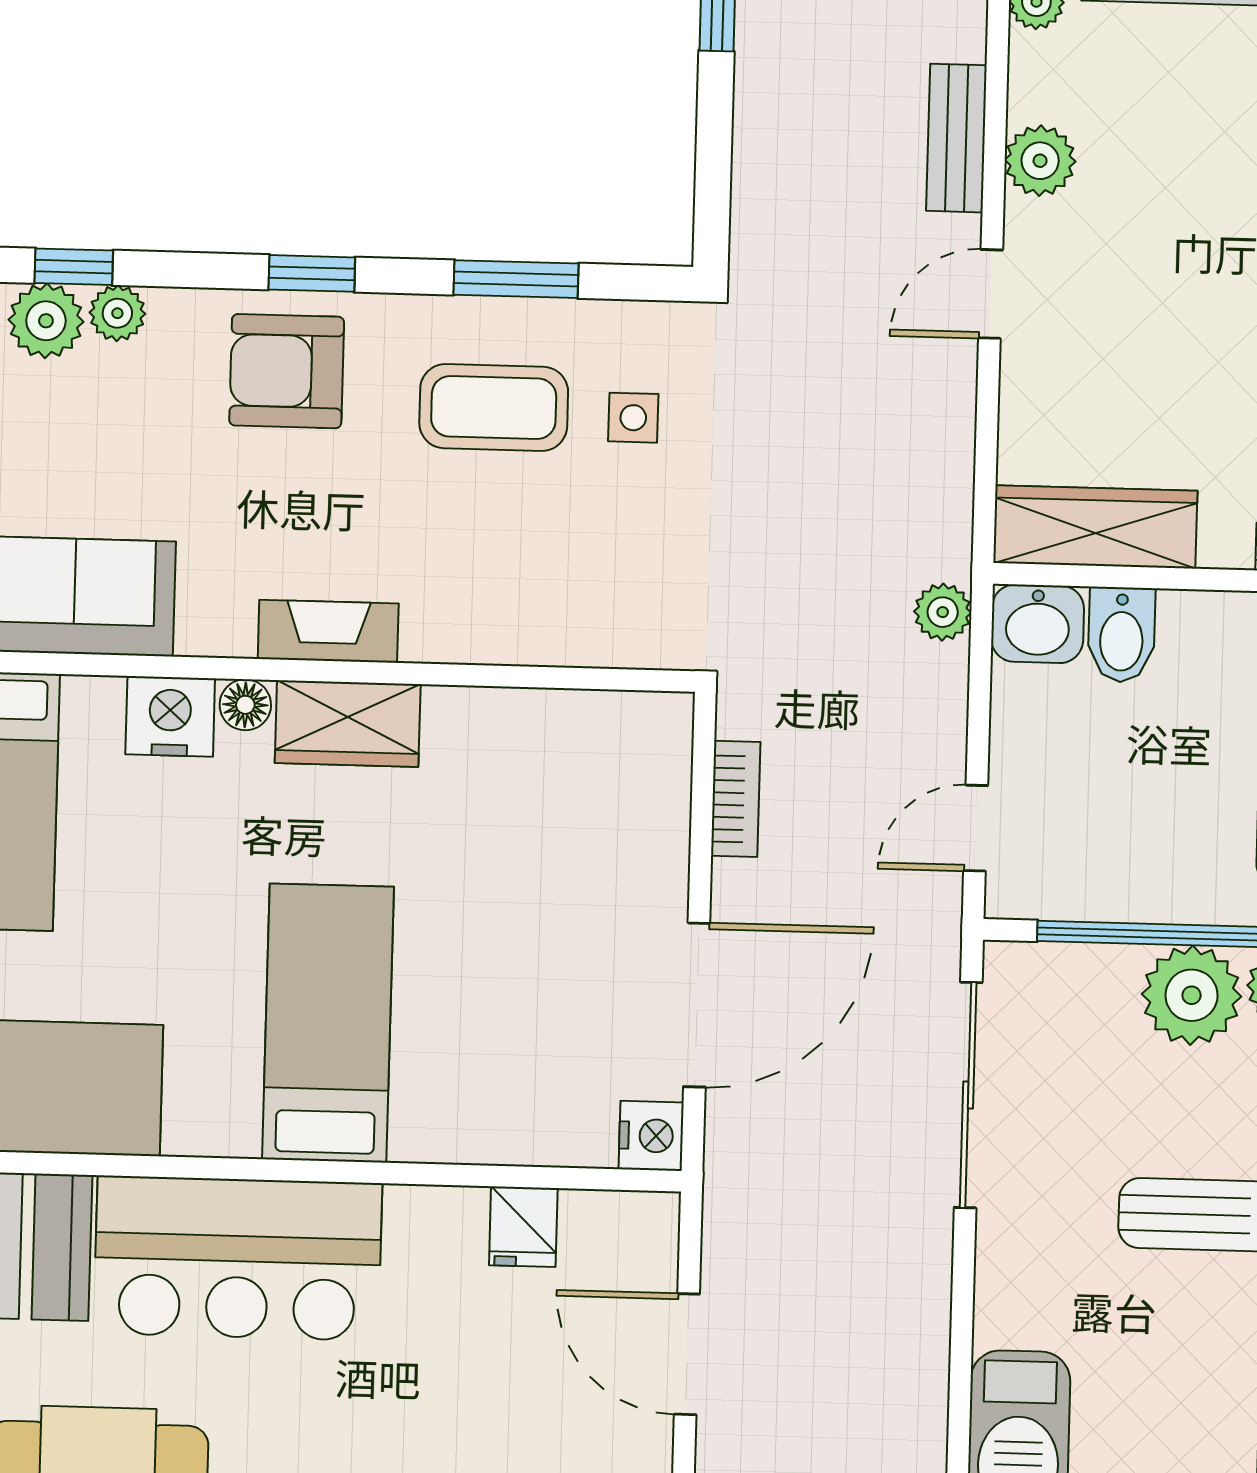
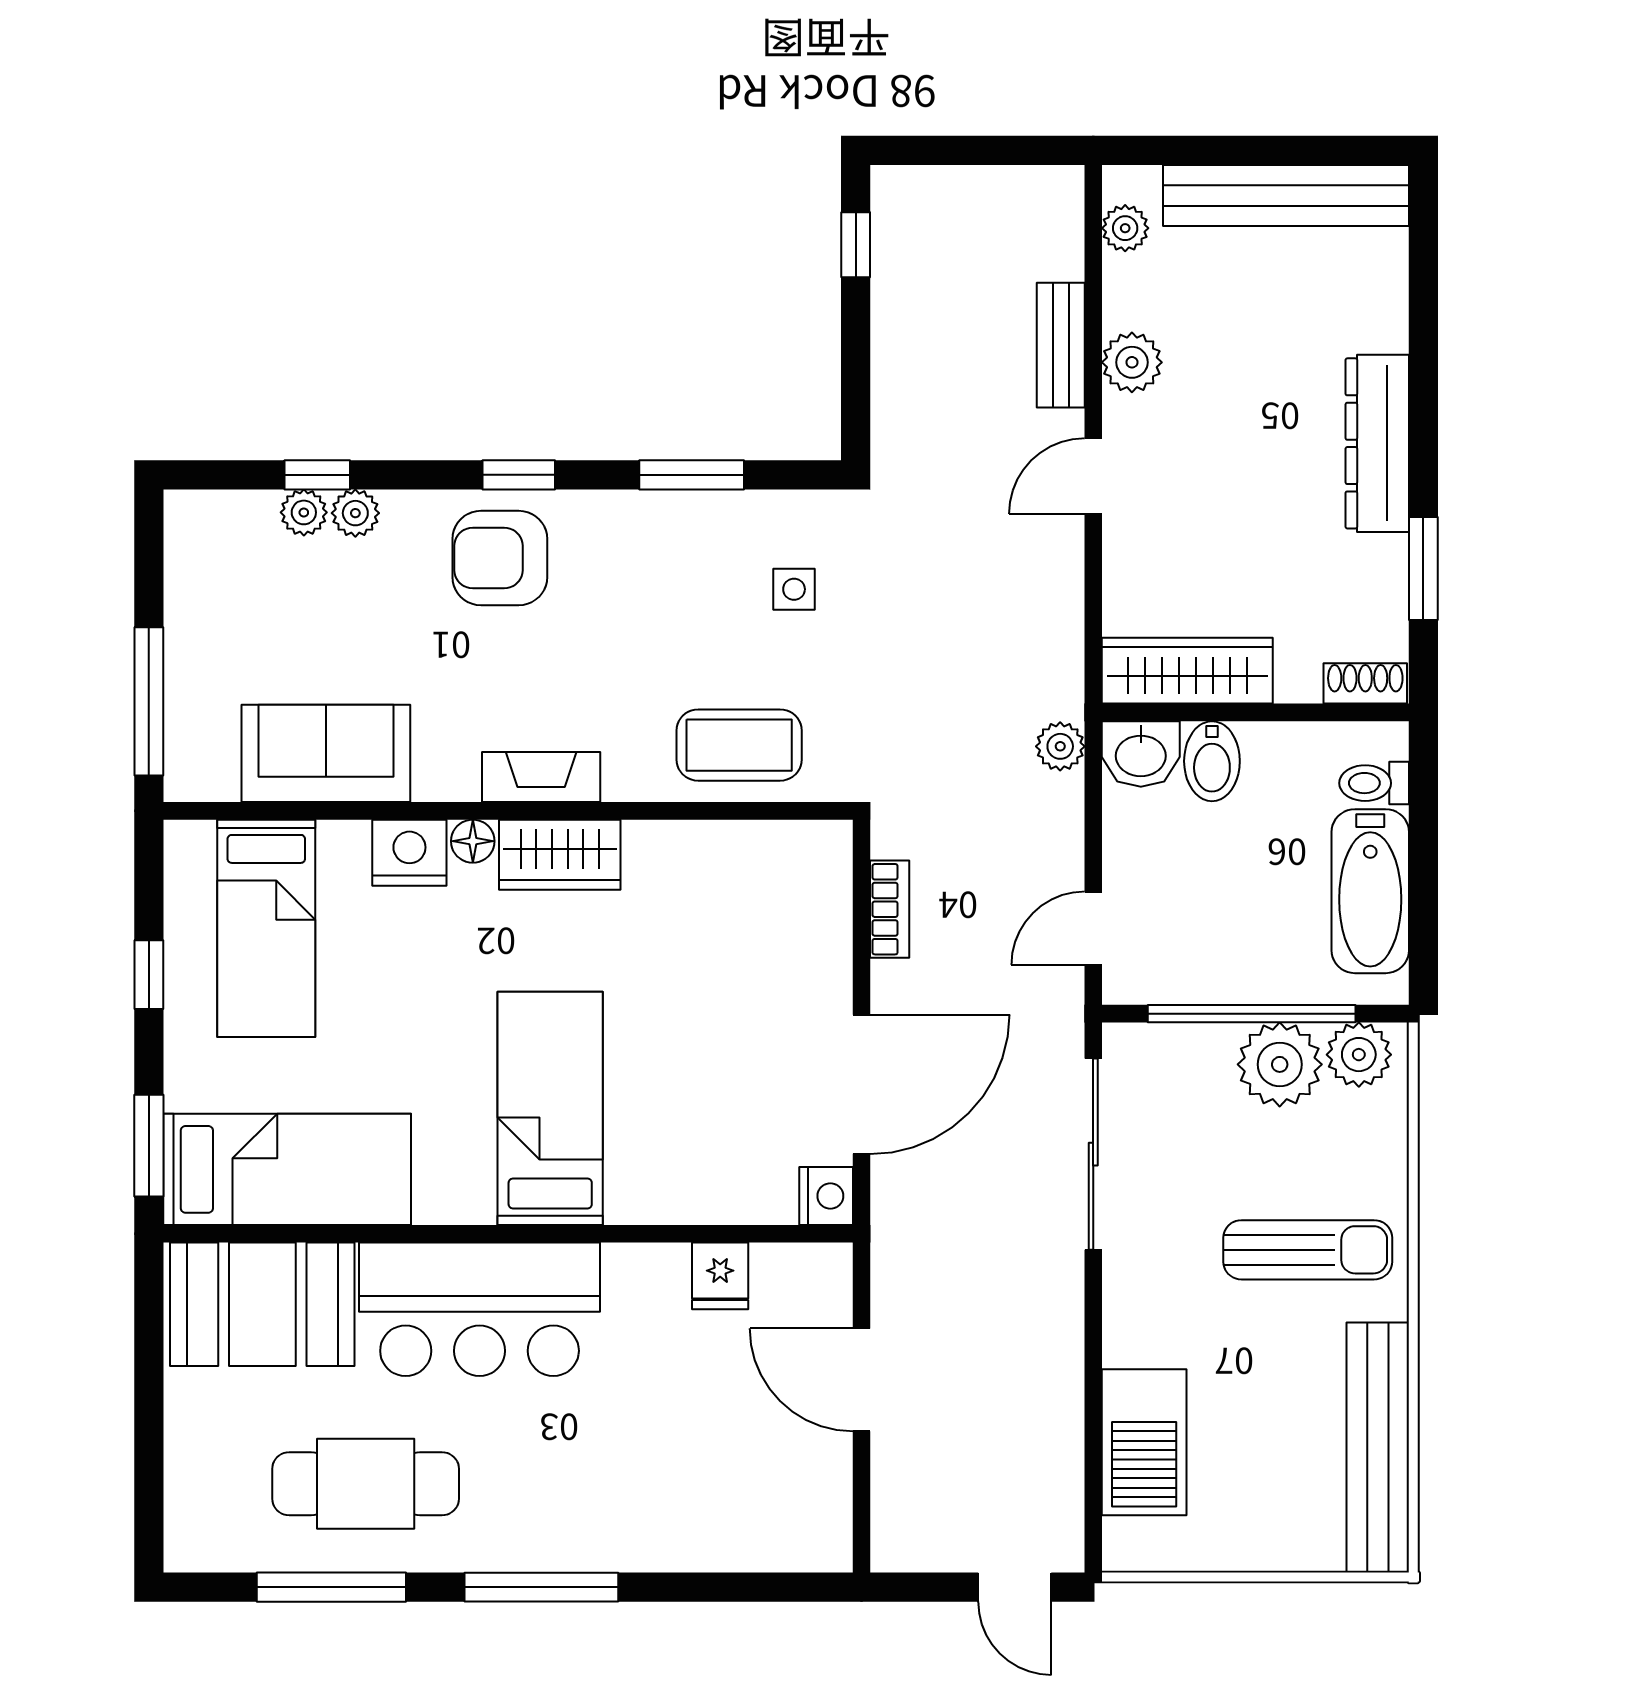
plant: (46, 321) -> (304, 512), width x0.73, depth x0.73
coffee table: (494, 407) -> (739, 745), moved

